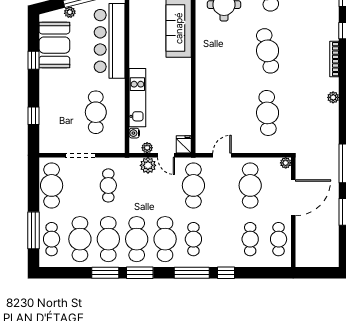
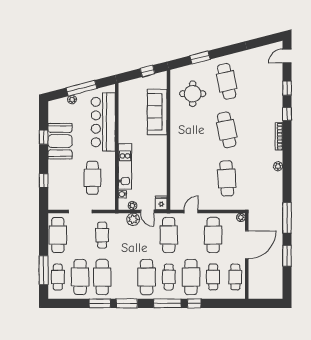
booth: (54, 45) -> (60, 141), moved
cafe table: (137, 239) -> (191, 277), moved

